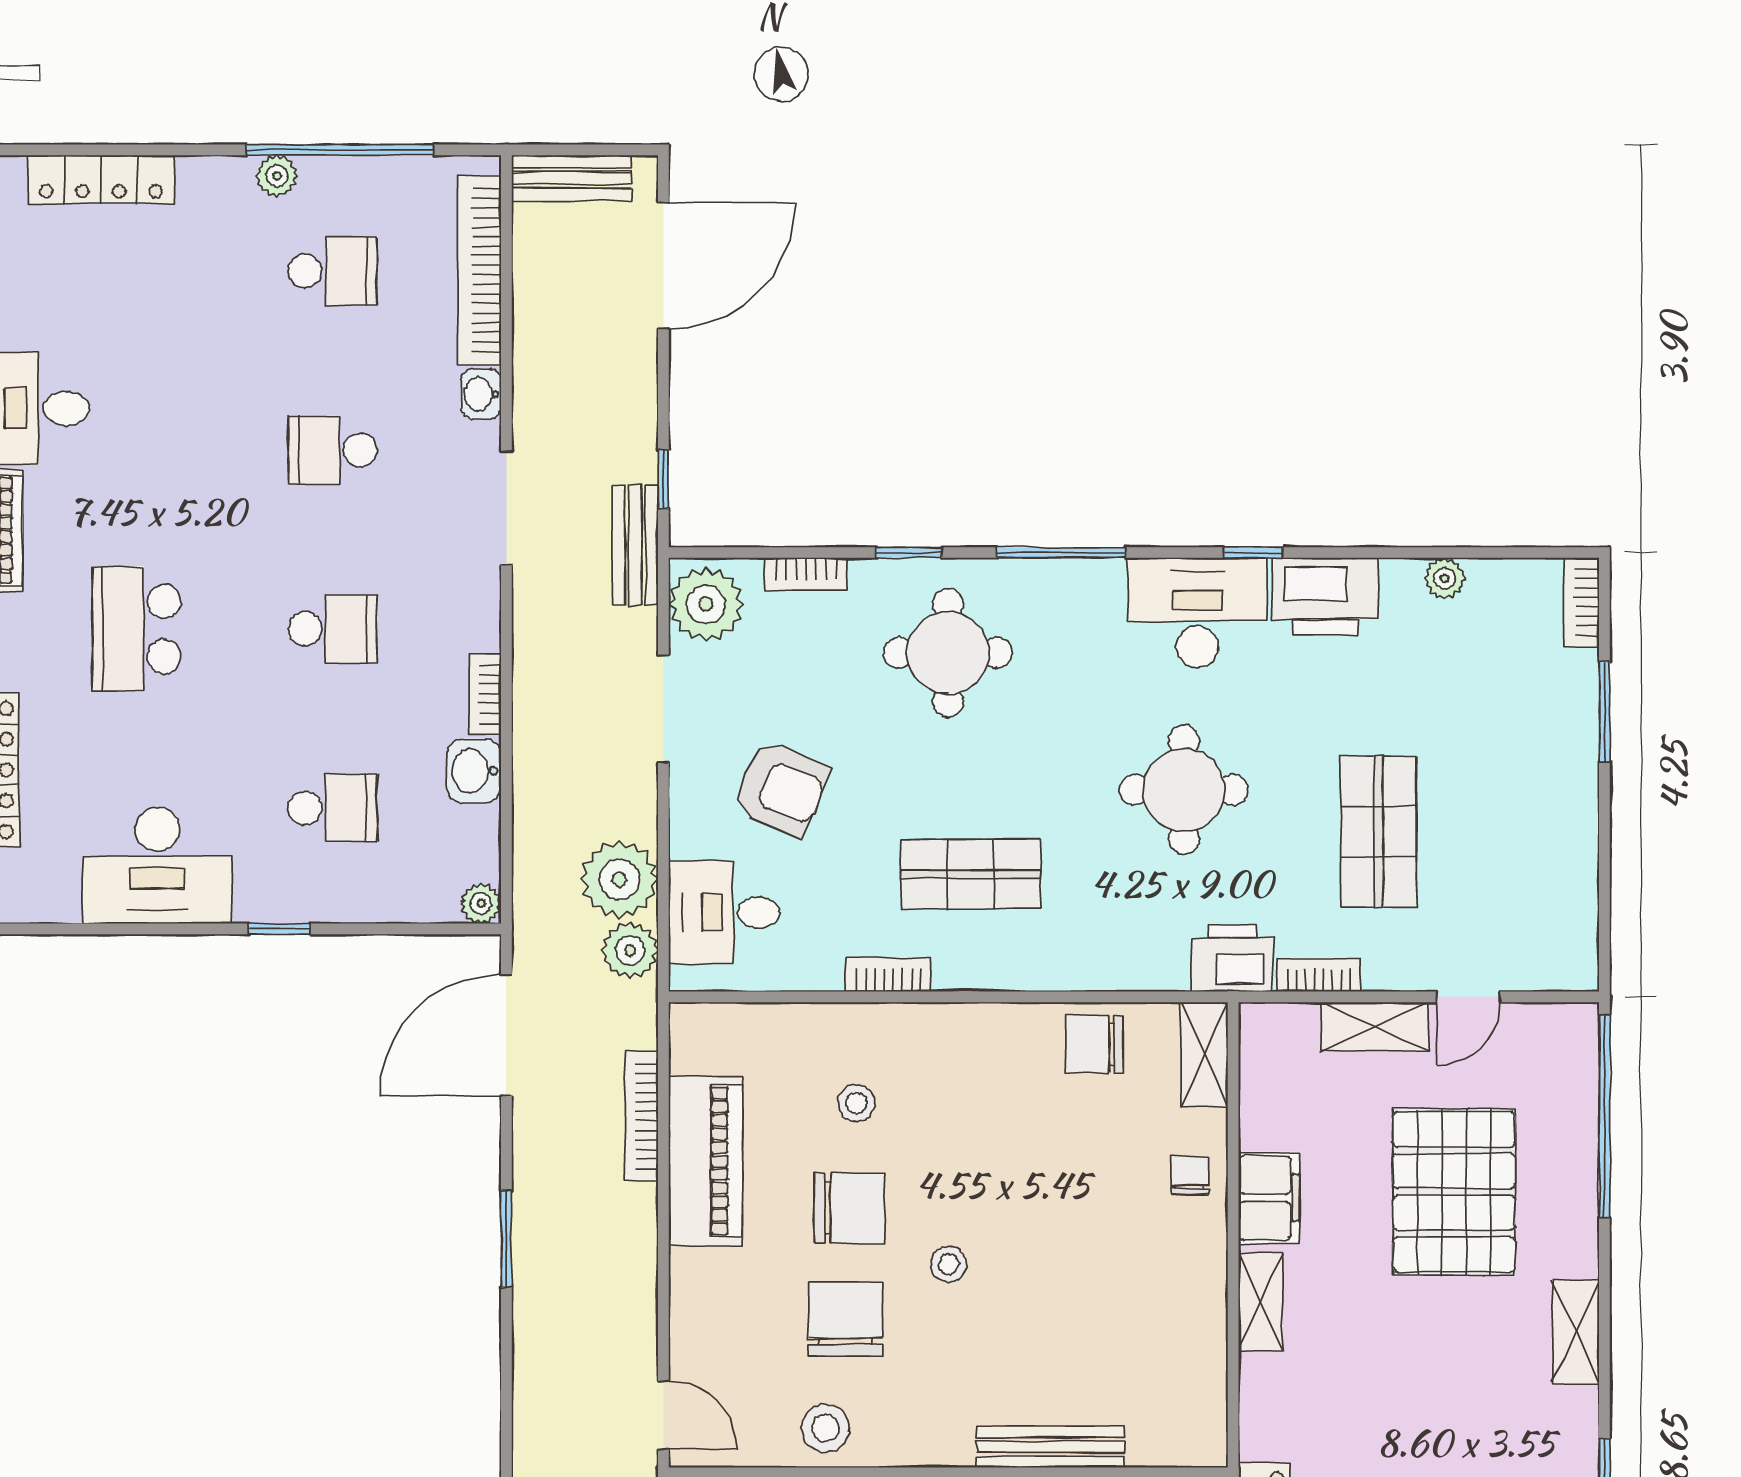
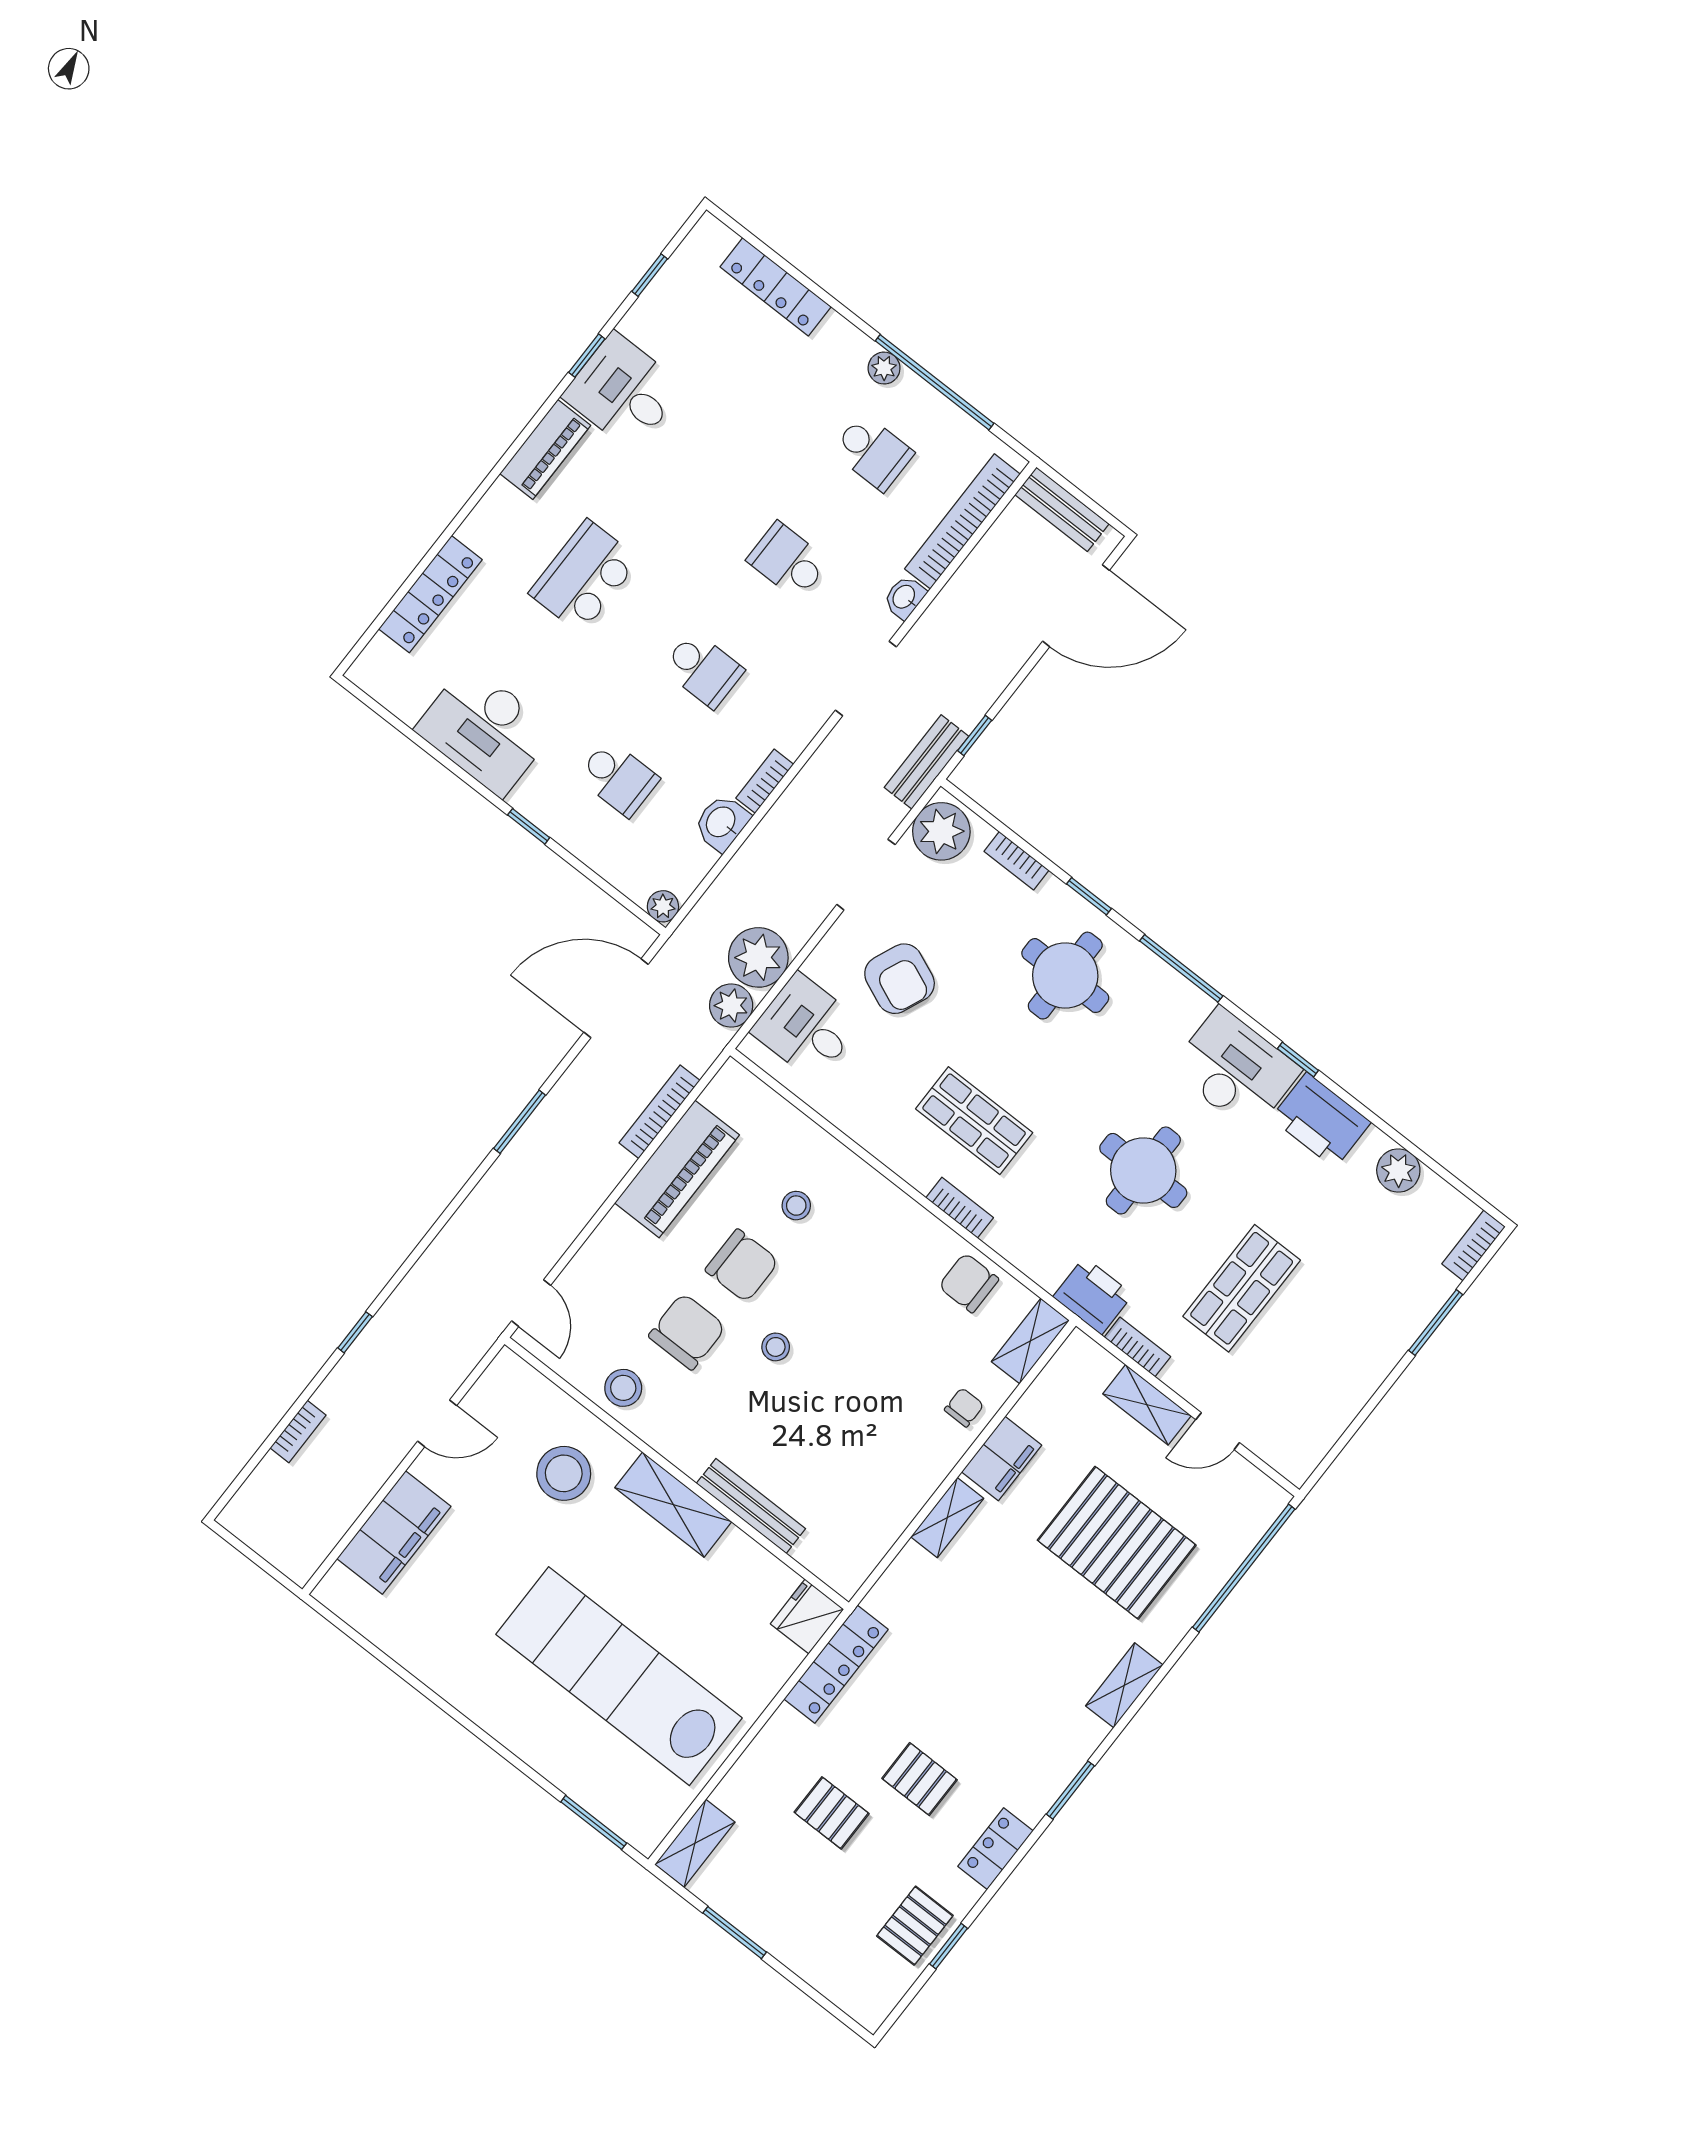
plant: (1445, 578) -> (1398, 1170), width x1.38, depth x1.38
bookcase: (889, 975) -> (960, 1208), moved
pallet: (1454, 1192) -> (1117, 1543), turned 90

